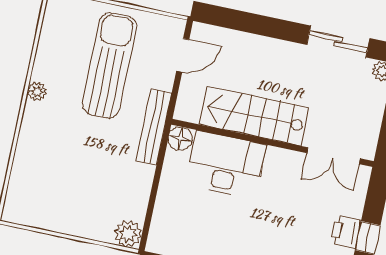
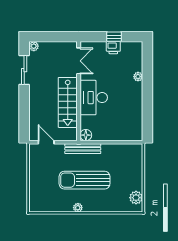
sun lounger: (110, 65) -> (85, 180), moved
desk: (226, 165) -> (94, 98), moved
plant: (128, 234) -> (136, 198), moved

